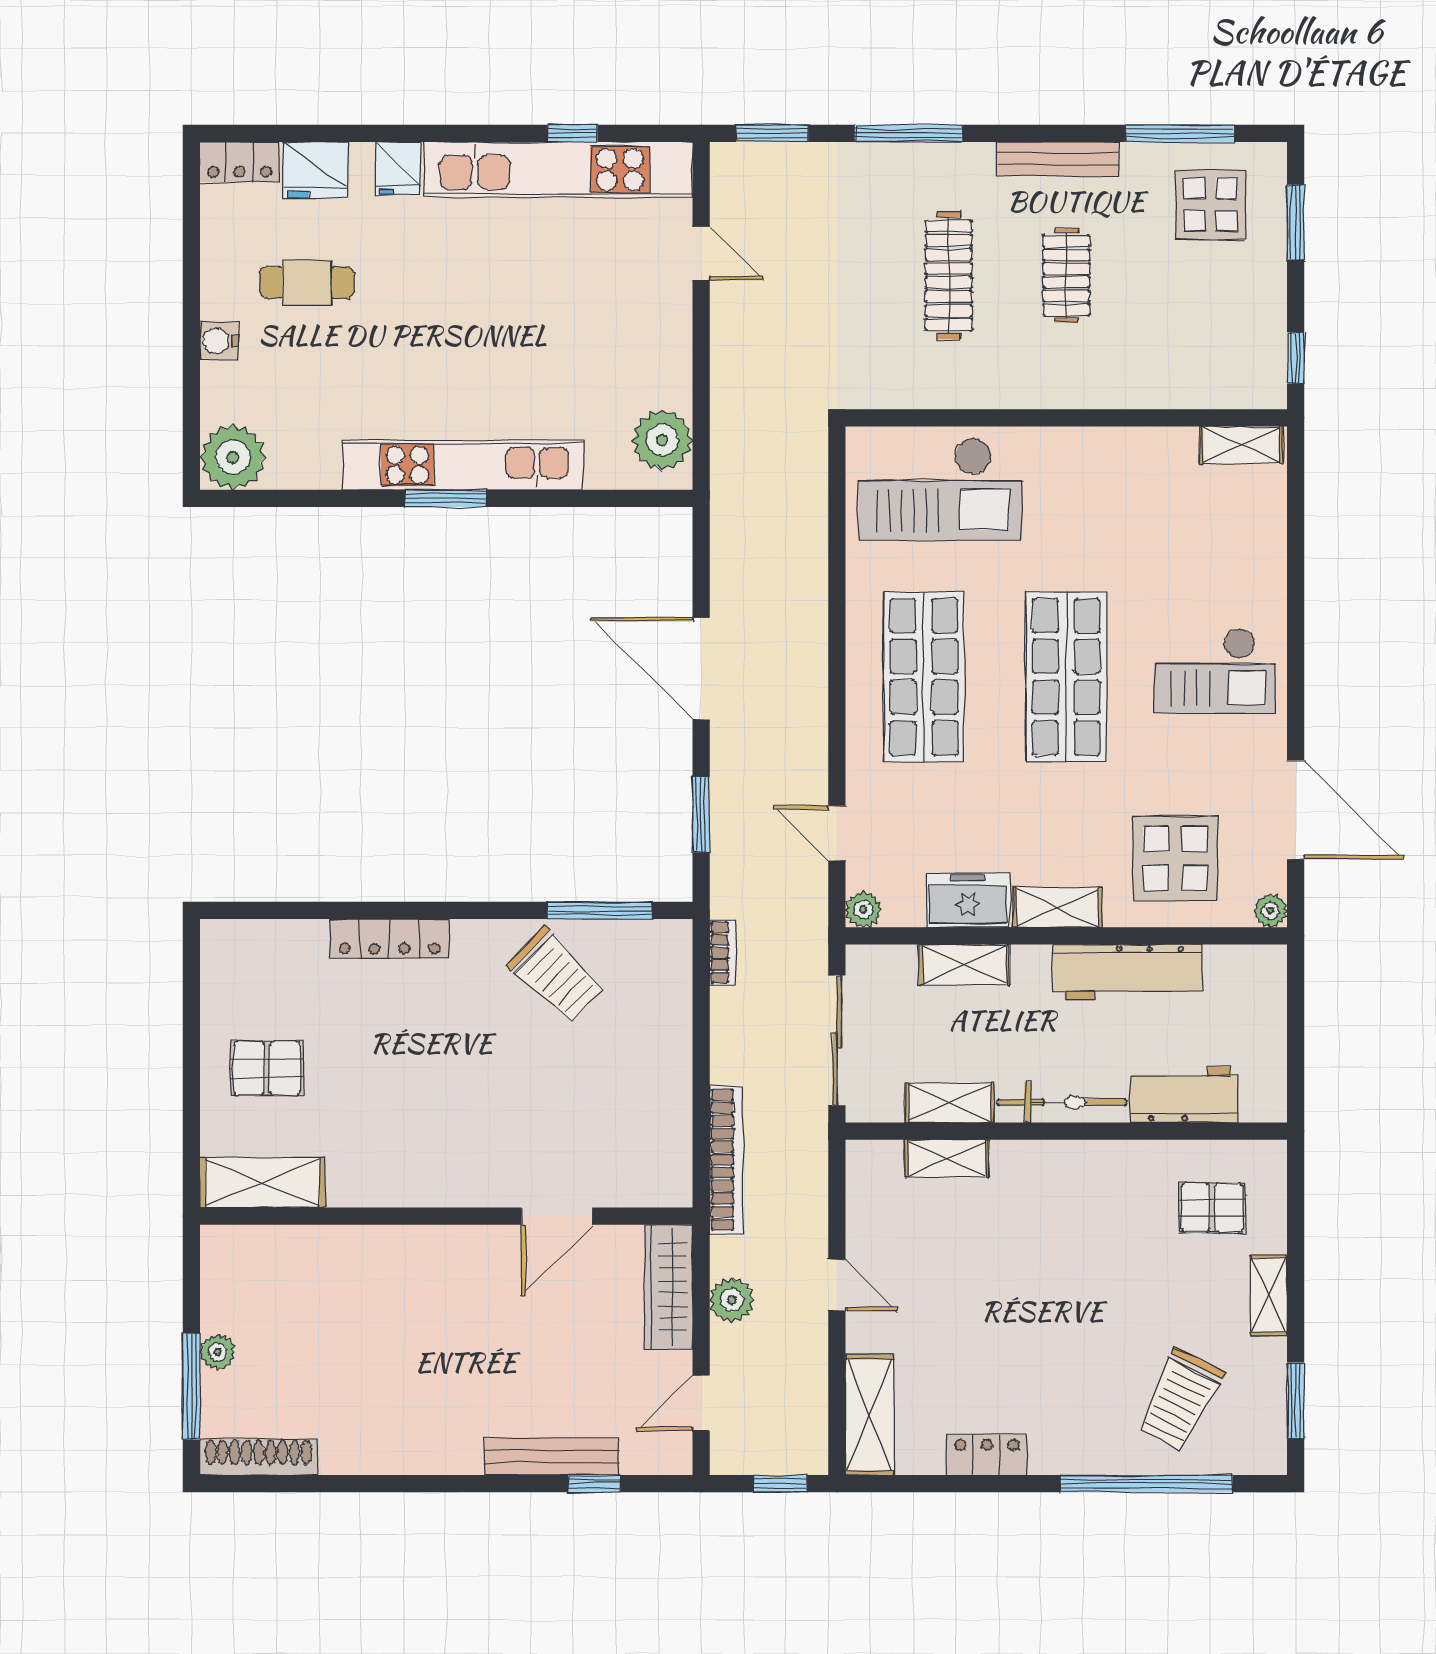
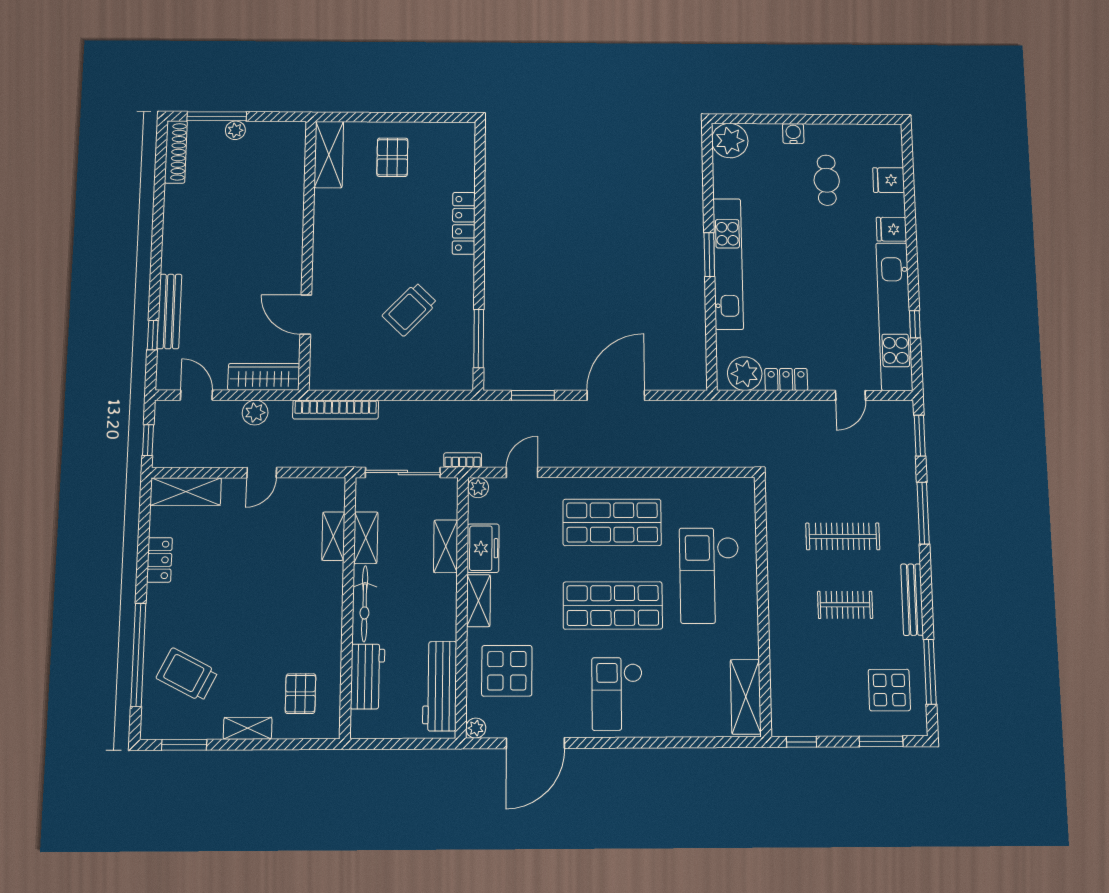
locker: (240, 162) -> (786, 380), moved, turned 90
fridge: (315, 170) -> (889, 180), width x0.72
shelving: (1241, 445) -> (746, 697), width x1.50, depth x1.33
checkout: (940, 489) -> (710, 576), moved
bookcase: (723, 953) -> (463, 460), moved, turned 180
workbench: (1127, 972) -> (440, 686), moved
trolley: (556, 975) -> (410, 309), moved

